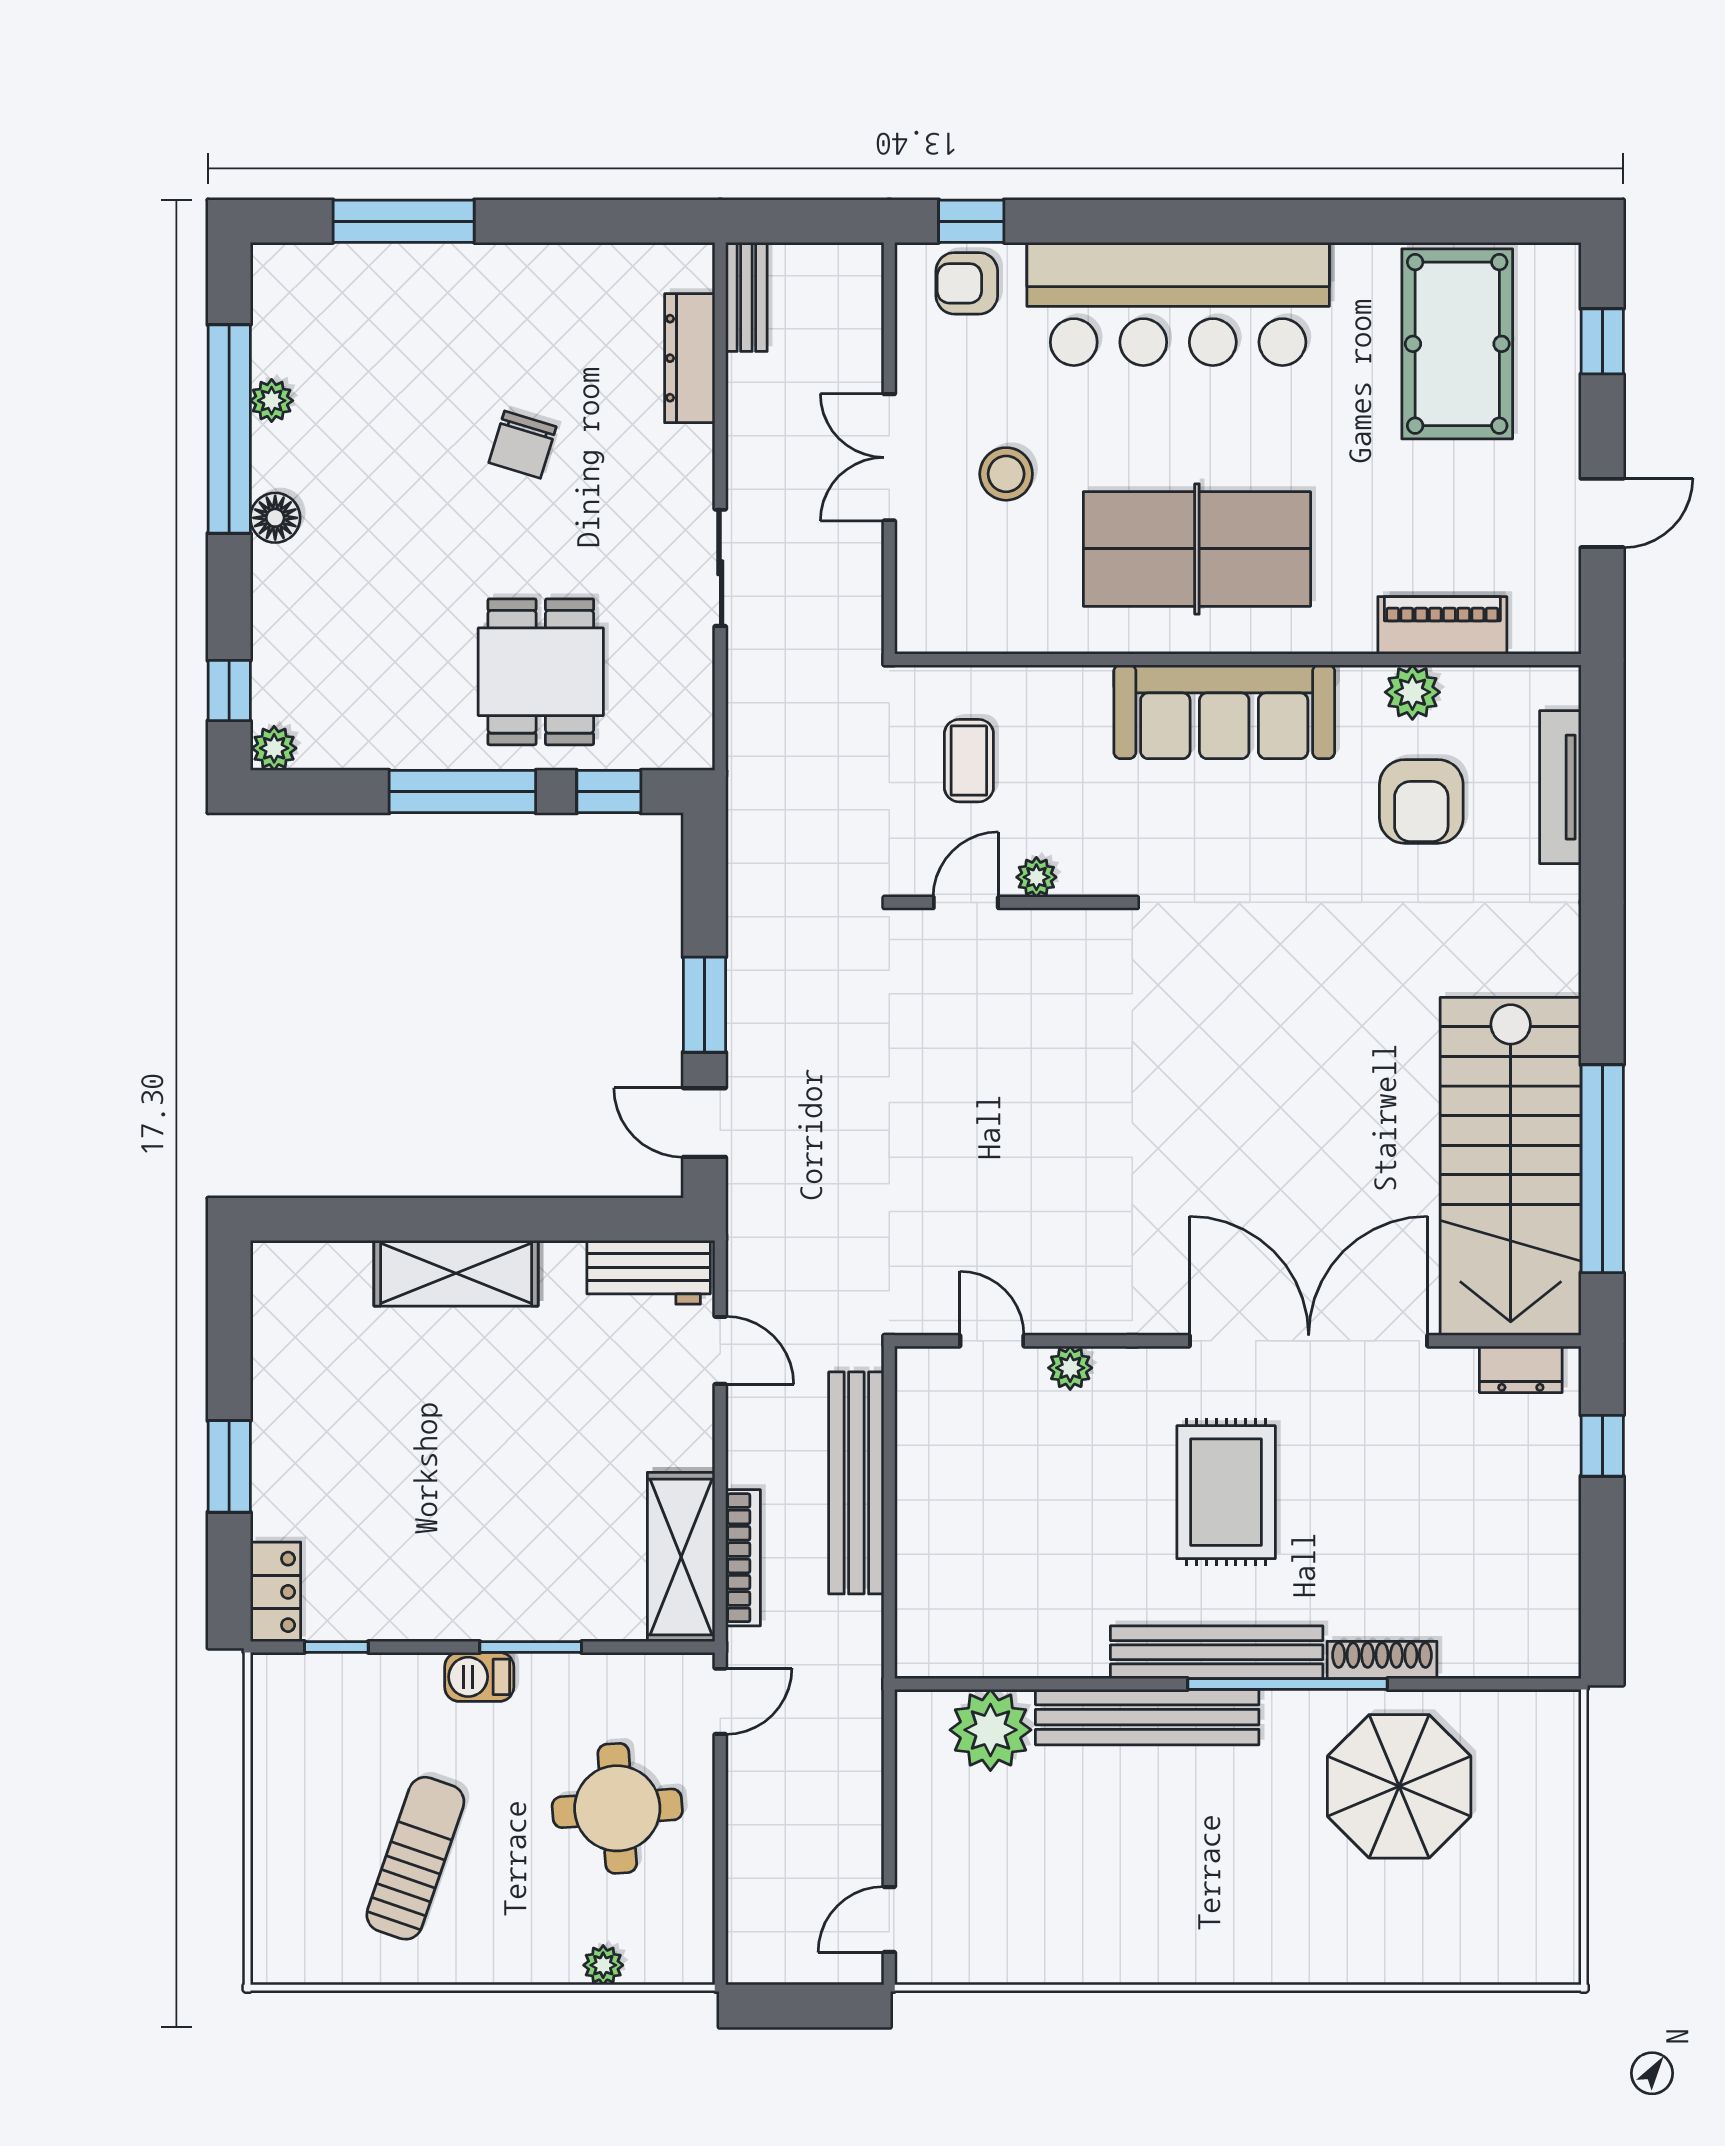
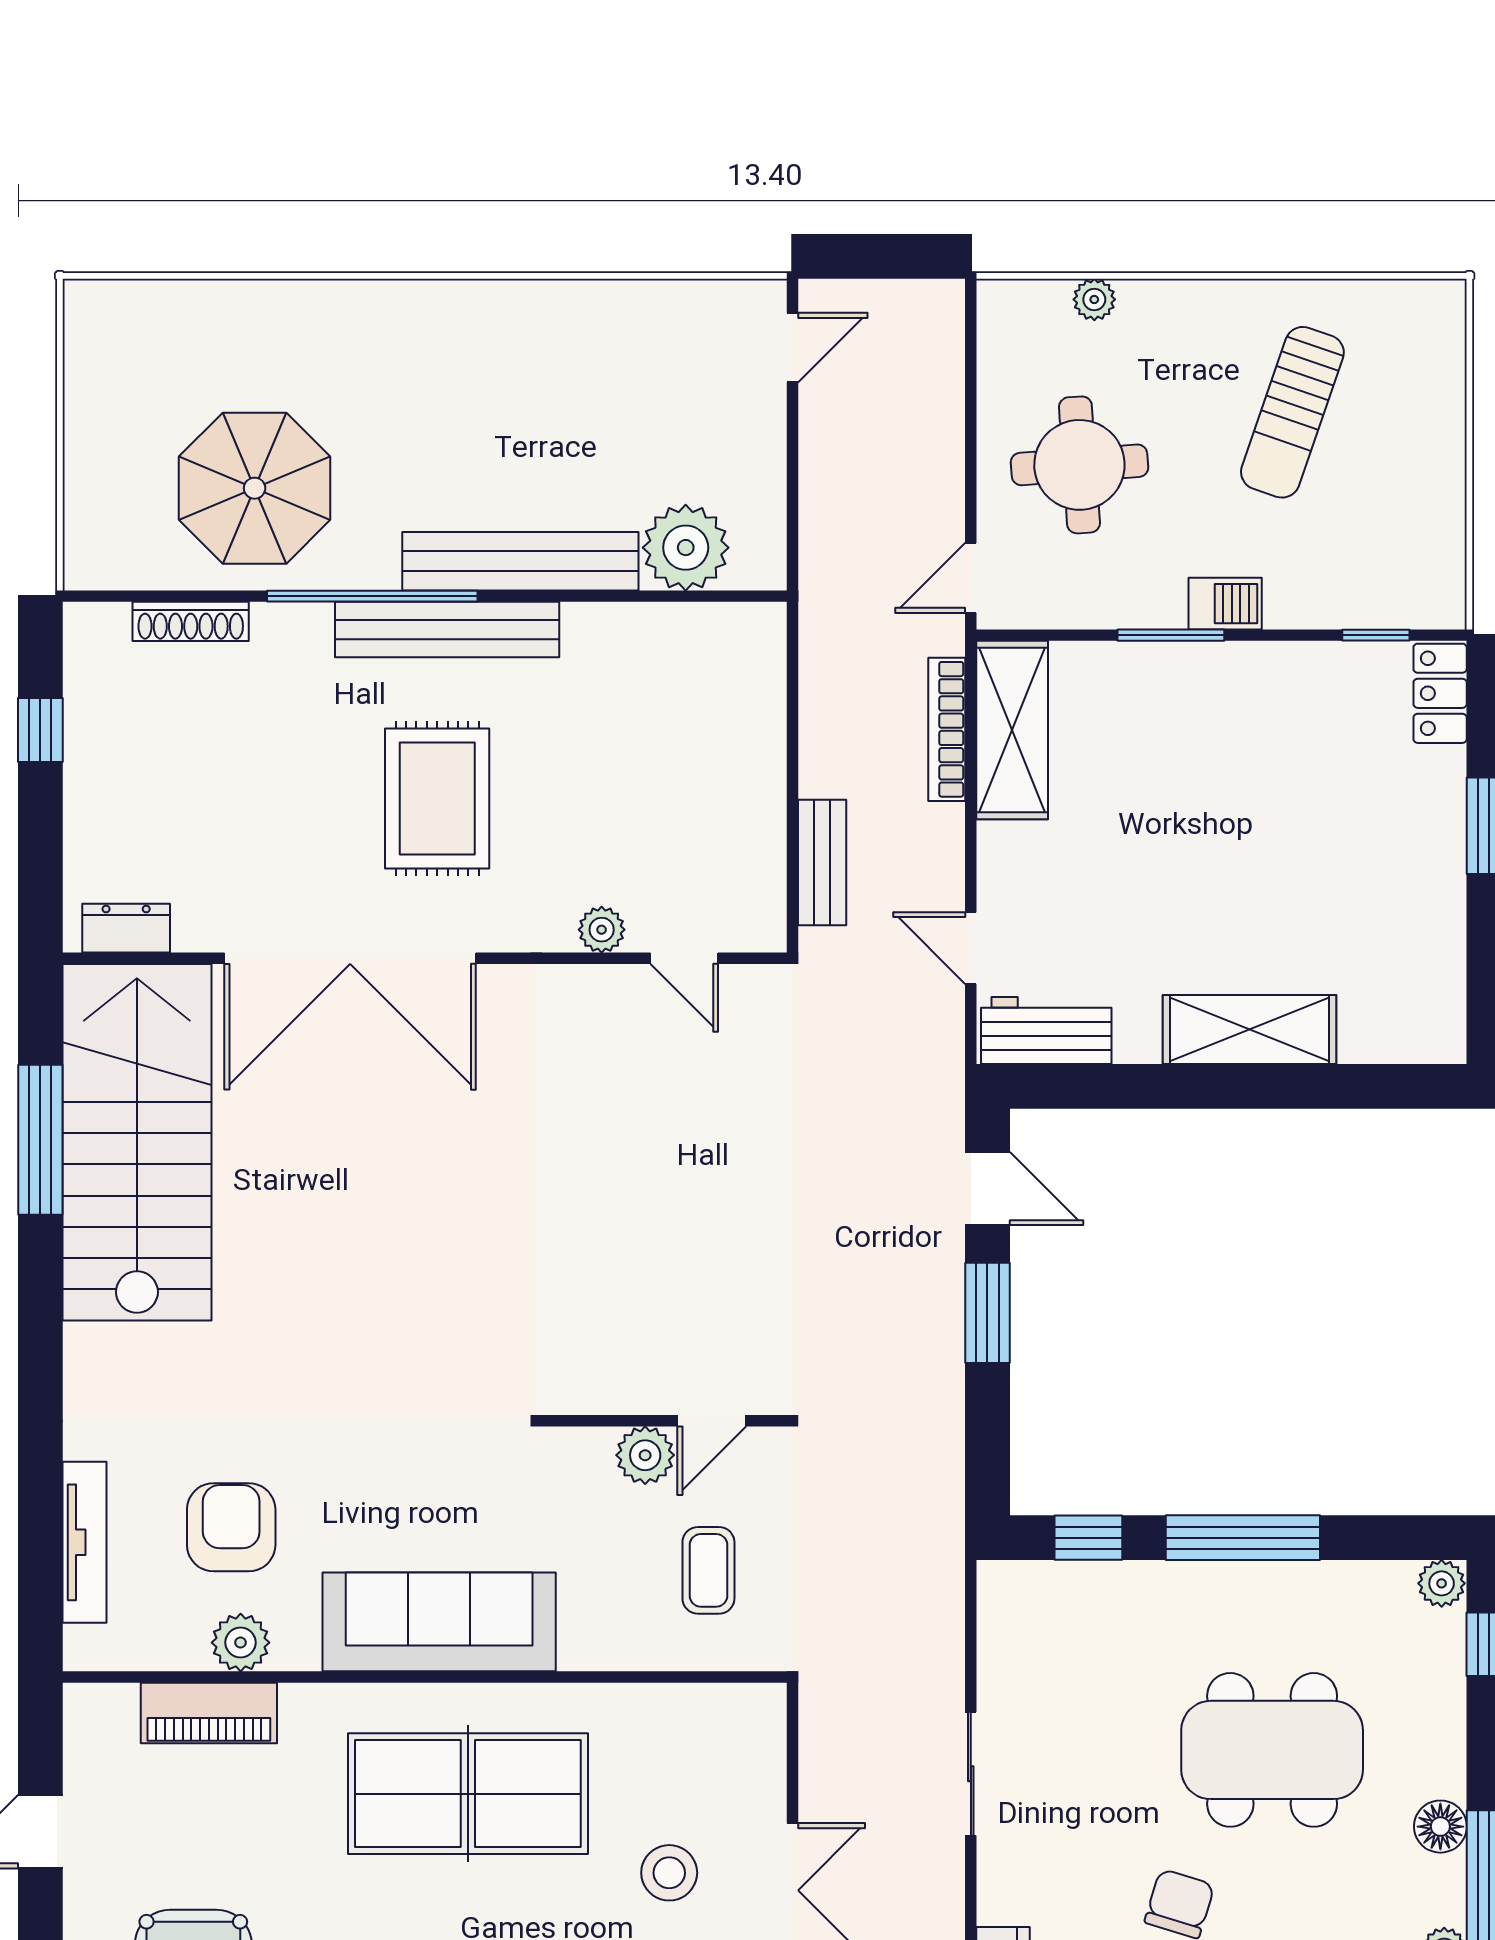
dining table: (541, 672) -> (1272, 1750), moved, width x1.38
plant: (1036, 877) -> (645, 1455), width x1.38, depth x1.38
window: (1602, 1169) -> (40, 1140), width x0.68
window: (1602, 1446) -> (40, 730), moved
bench: (856, 1483) -> (822, 863), width x0.54, depth x0.82
shoe rack: (1382, 1660) -> (191, 621), moved

